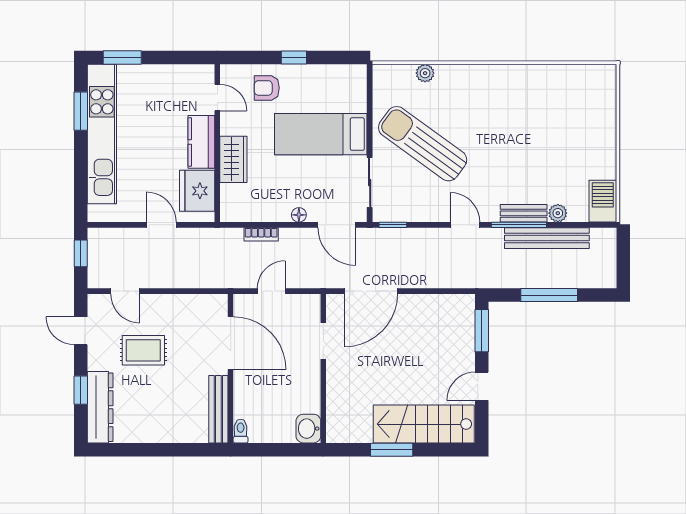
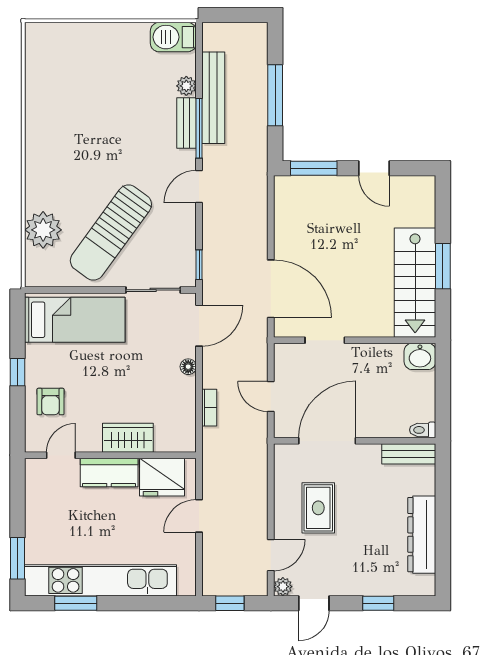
plant: (425, 73) -> (43, 230), width x1.88, depth x1.88
bed: (321, 134) -> (75, 320), moved, turned -90
plant: (96, 302) -> (283, 587), added
rug: (143, 350) -> (318, 508), moved
dresser: (100, 407) -> (422, 535), moved, turned -90
bench: (218, 409) -> (409, 454), width x0.73
stairs: (424, 424) -> (415, 283), moved

